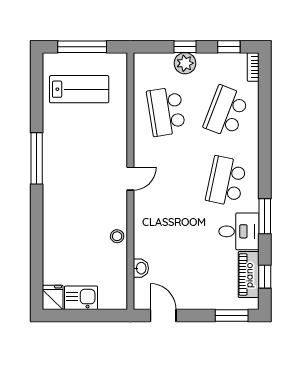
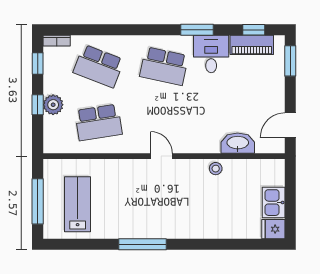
washbasin: (141, 268) -> (238, 143), width x1.91, depth x1.45

